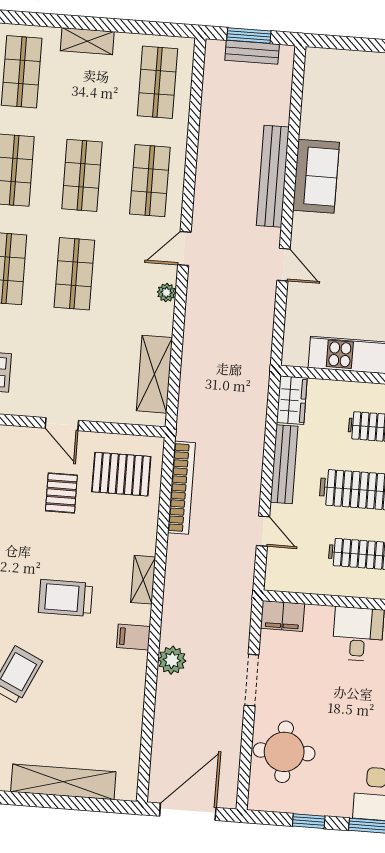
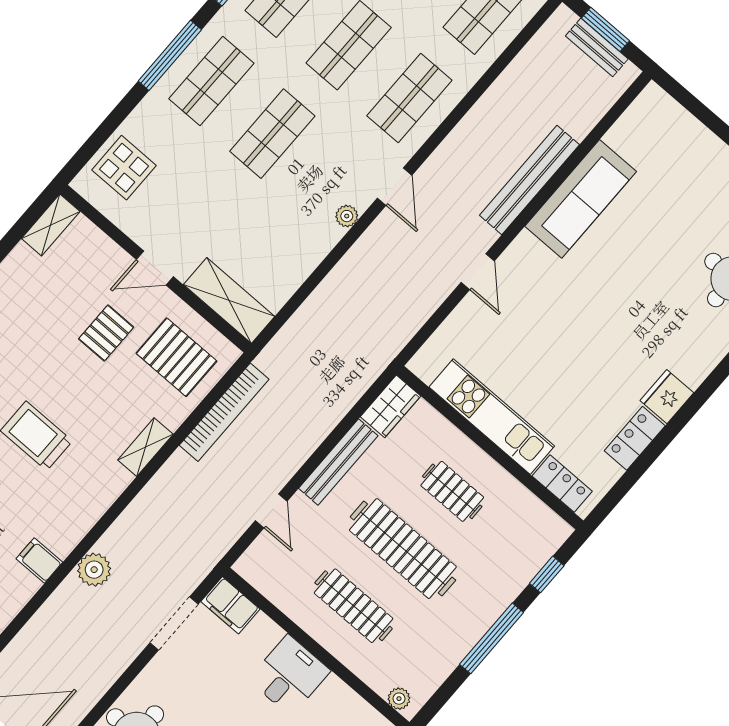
sofa: (316, 176) -> (581, 199), width x1.36
door: (184, 248) -> (395, 187), swing flipped
shelving: (154, 374) -> (229, 300), moved, turned 90
door: (62, 424) -> (155, 268), hinge flipped
shelving: (143, 580) -> (145, 447), moved
filing cabinet: (133, 637) -> (39, 560), moved
doorway: (252, 680) -> (174, 623), moved

